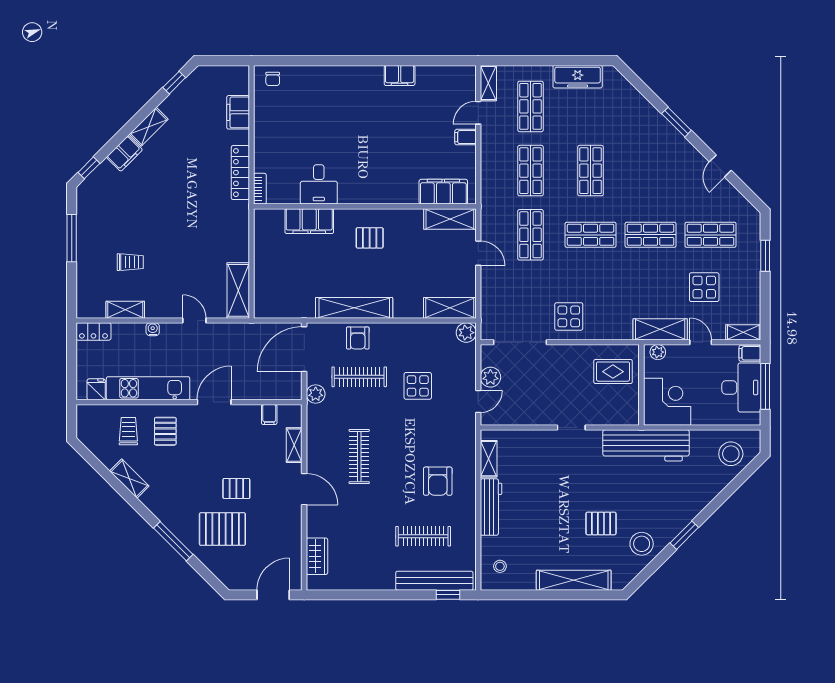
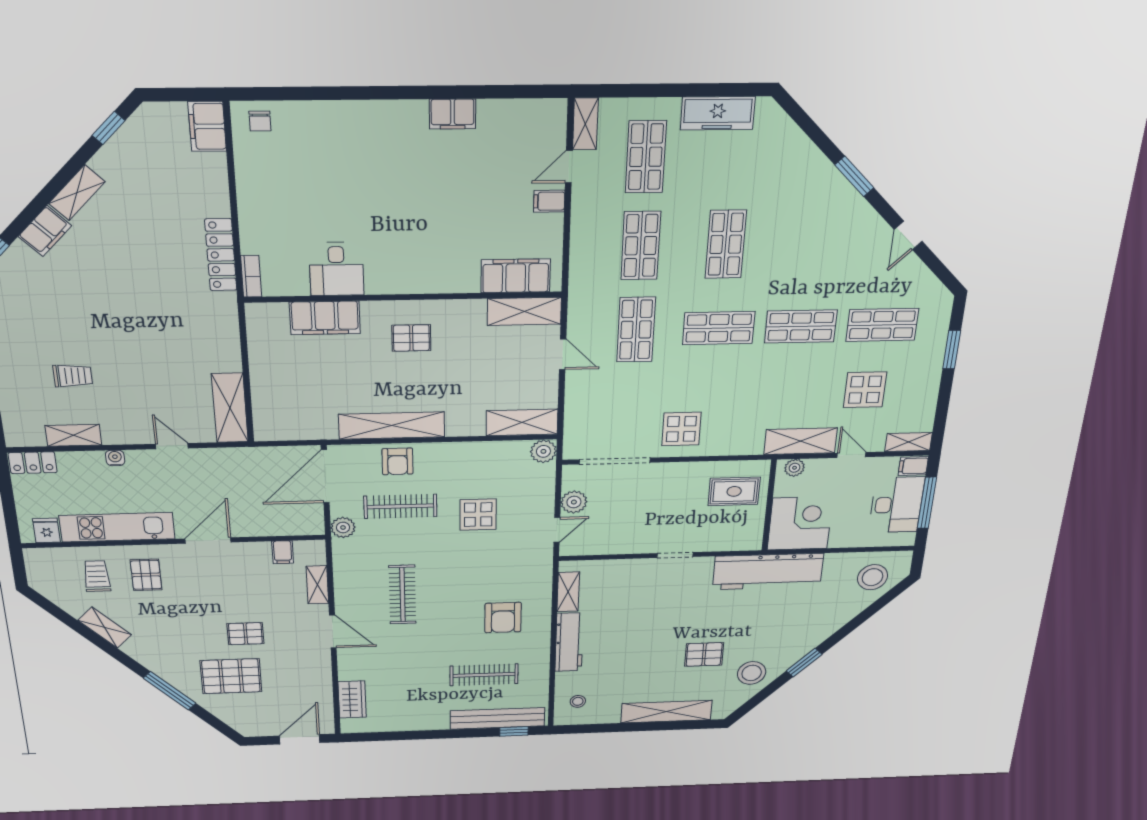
filing cabinet: (238, 112) -> (207, 126), moved

